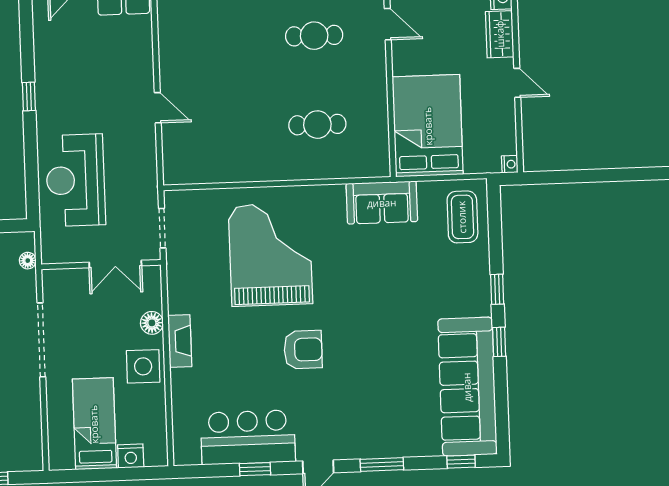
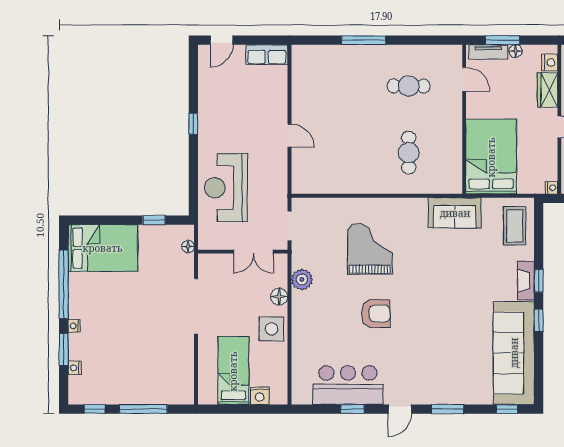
cafe table: (317, 125) -> (409, 153), turned 90
grand piano: (271, 255) -> (370, 249), width x0.73, depth x0.68
plant: (181, 299) -> (302, 279), added
fireplace: (180, 341) -> (526, 281), moved, turned 180
armchair: (303, 350) -> (376, 314), moved

